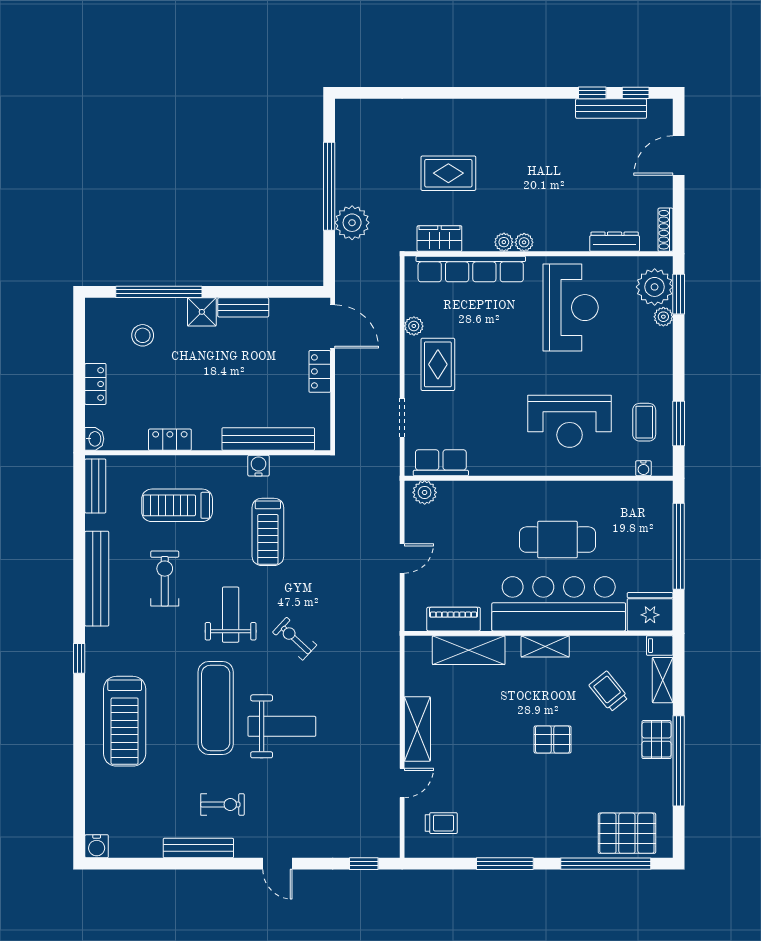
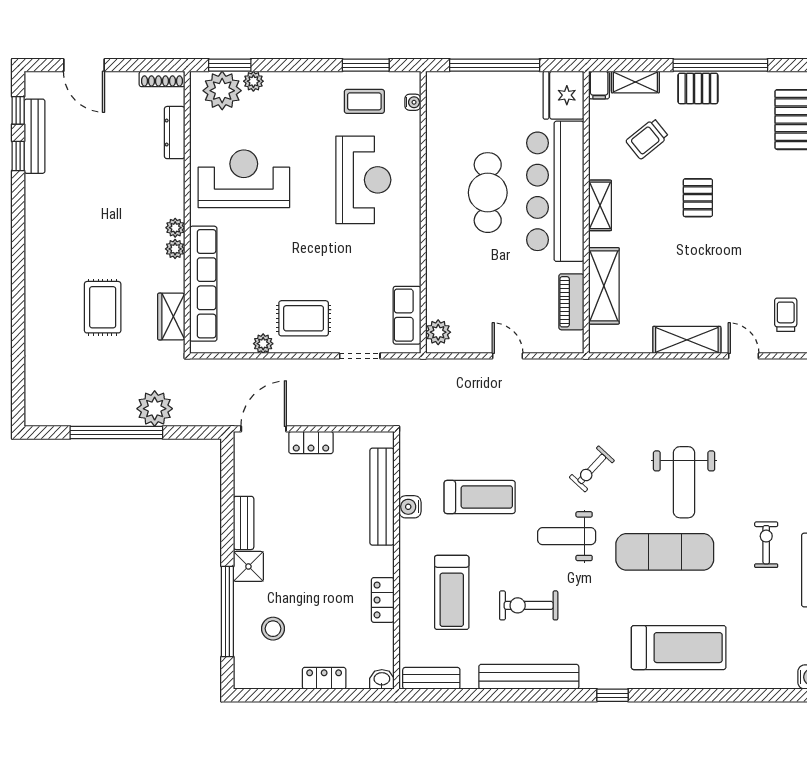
weight bench: (282, 726) -> (684, 482), turned 180

